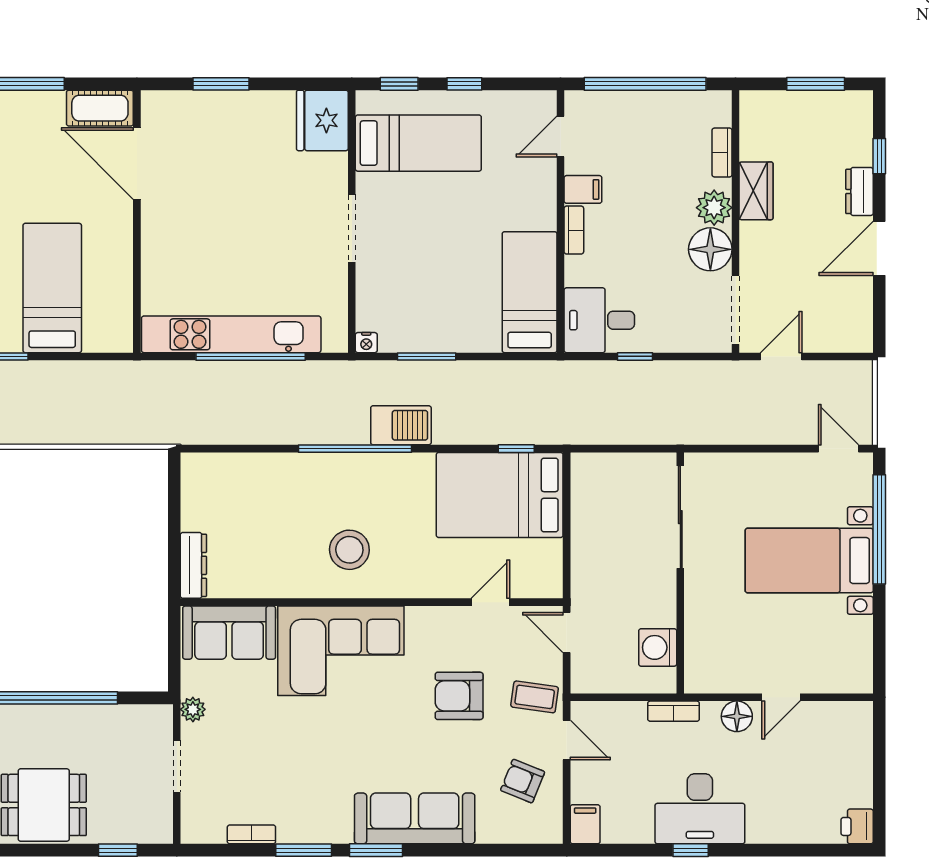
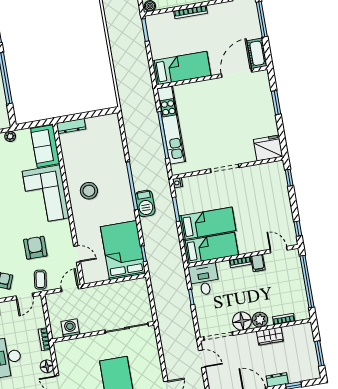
window: (464, 84) -> (298, 229), moved
bed: (418, 143) -> (207, 223), moved, turned -90
bed: (52, 288) -> (181, 68), moved

